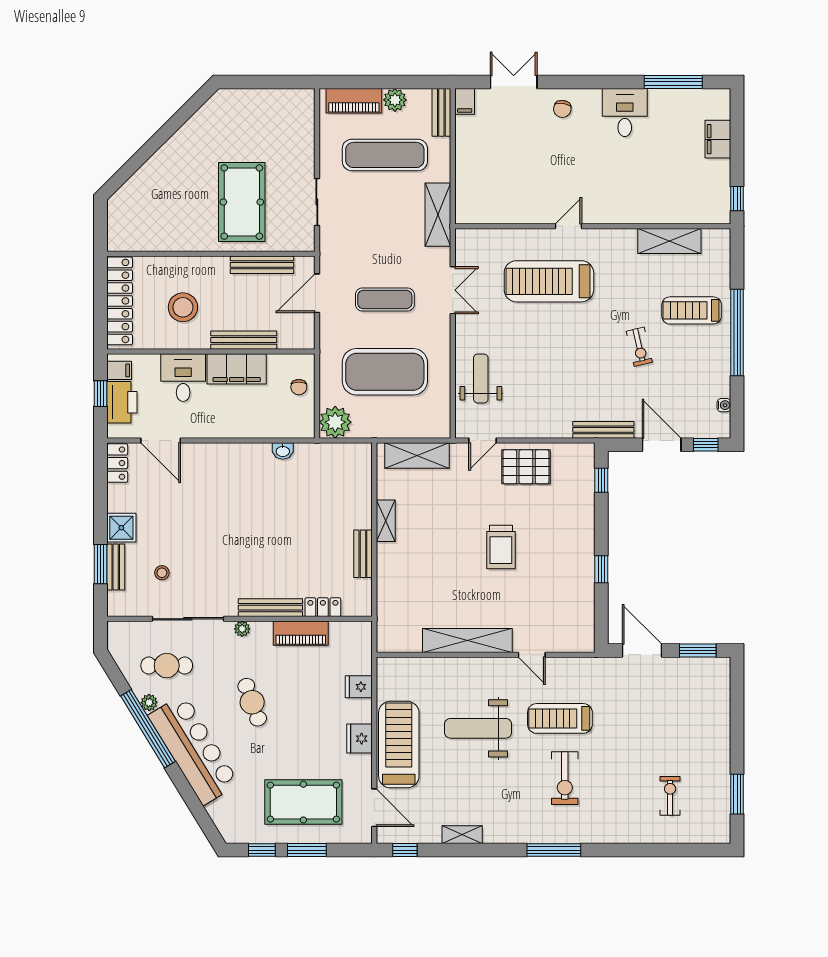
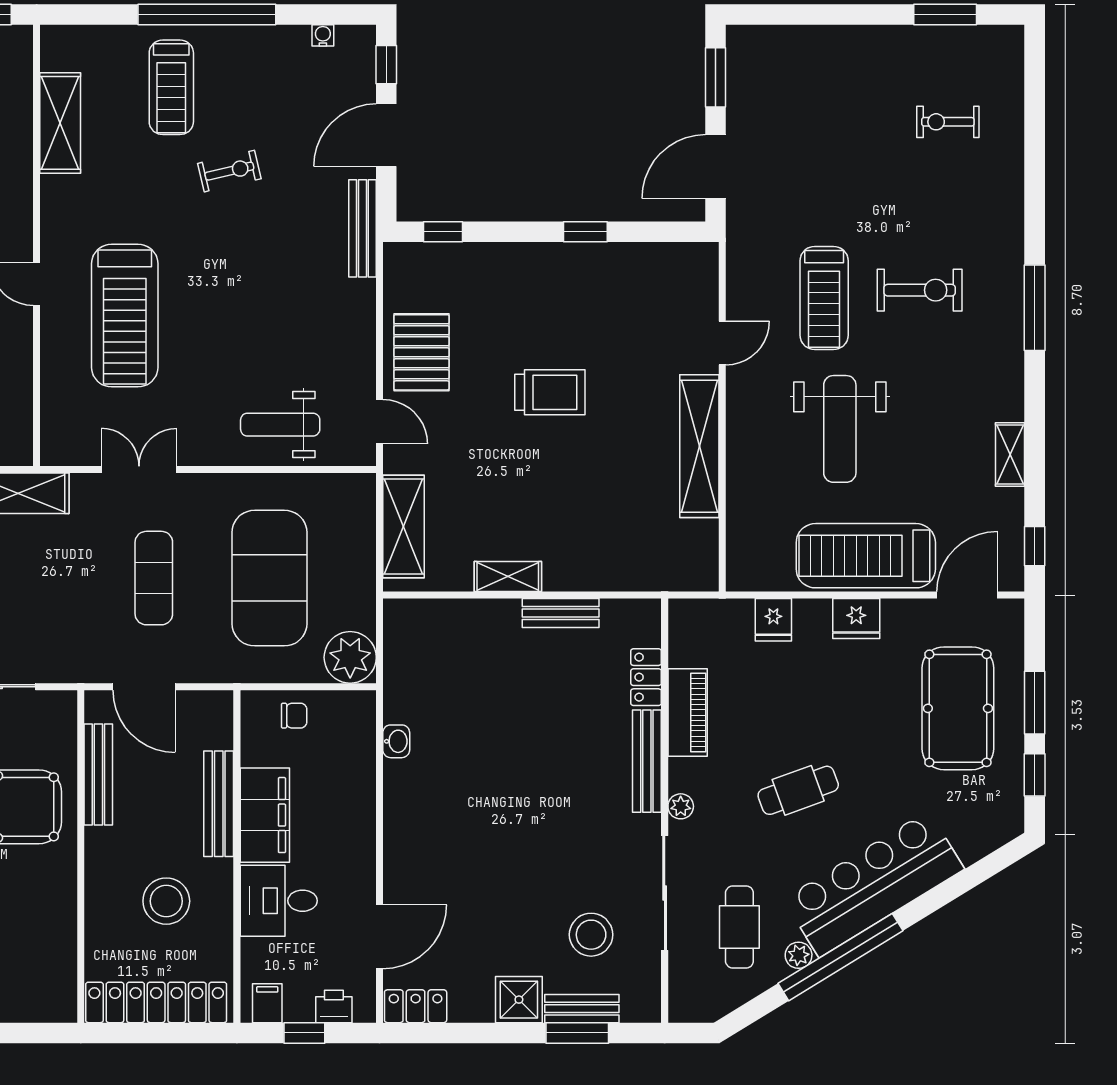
printer: (122, 402) -> (334, 1006), width x0.53, depth x0.68
stool: (162, 573) -> (591, 935), width x1.89, depth x1.89

